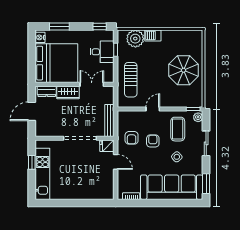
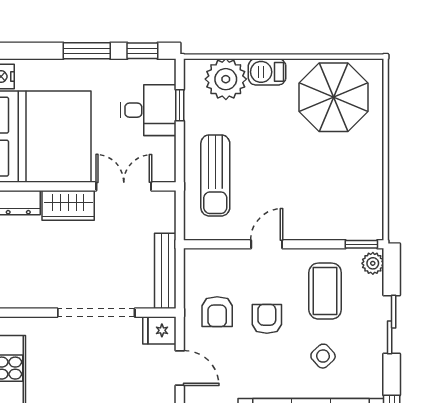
window: (59, 26) -> (87, 51), moved
parasol: (184, 70) -> (333, 97), moved

